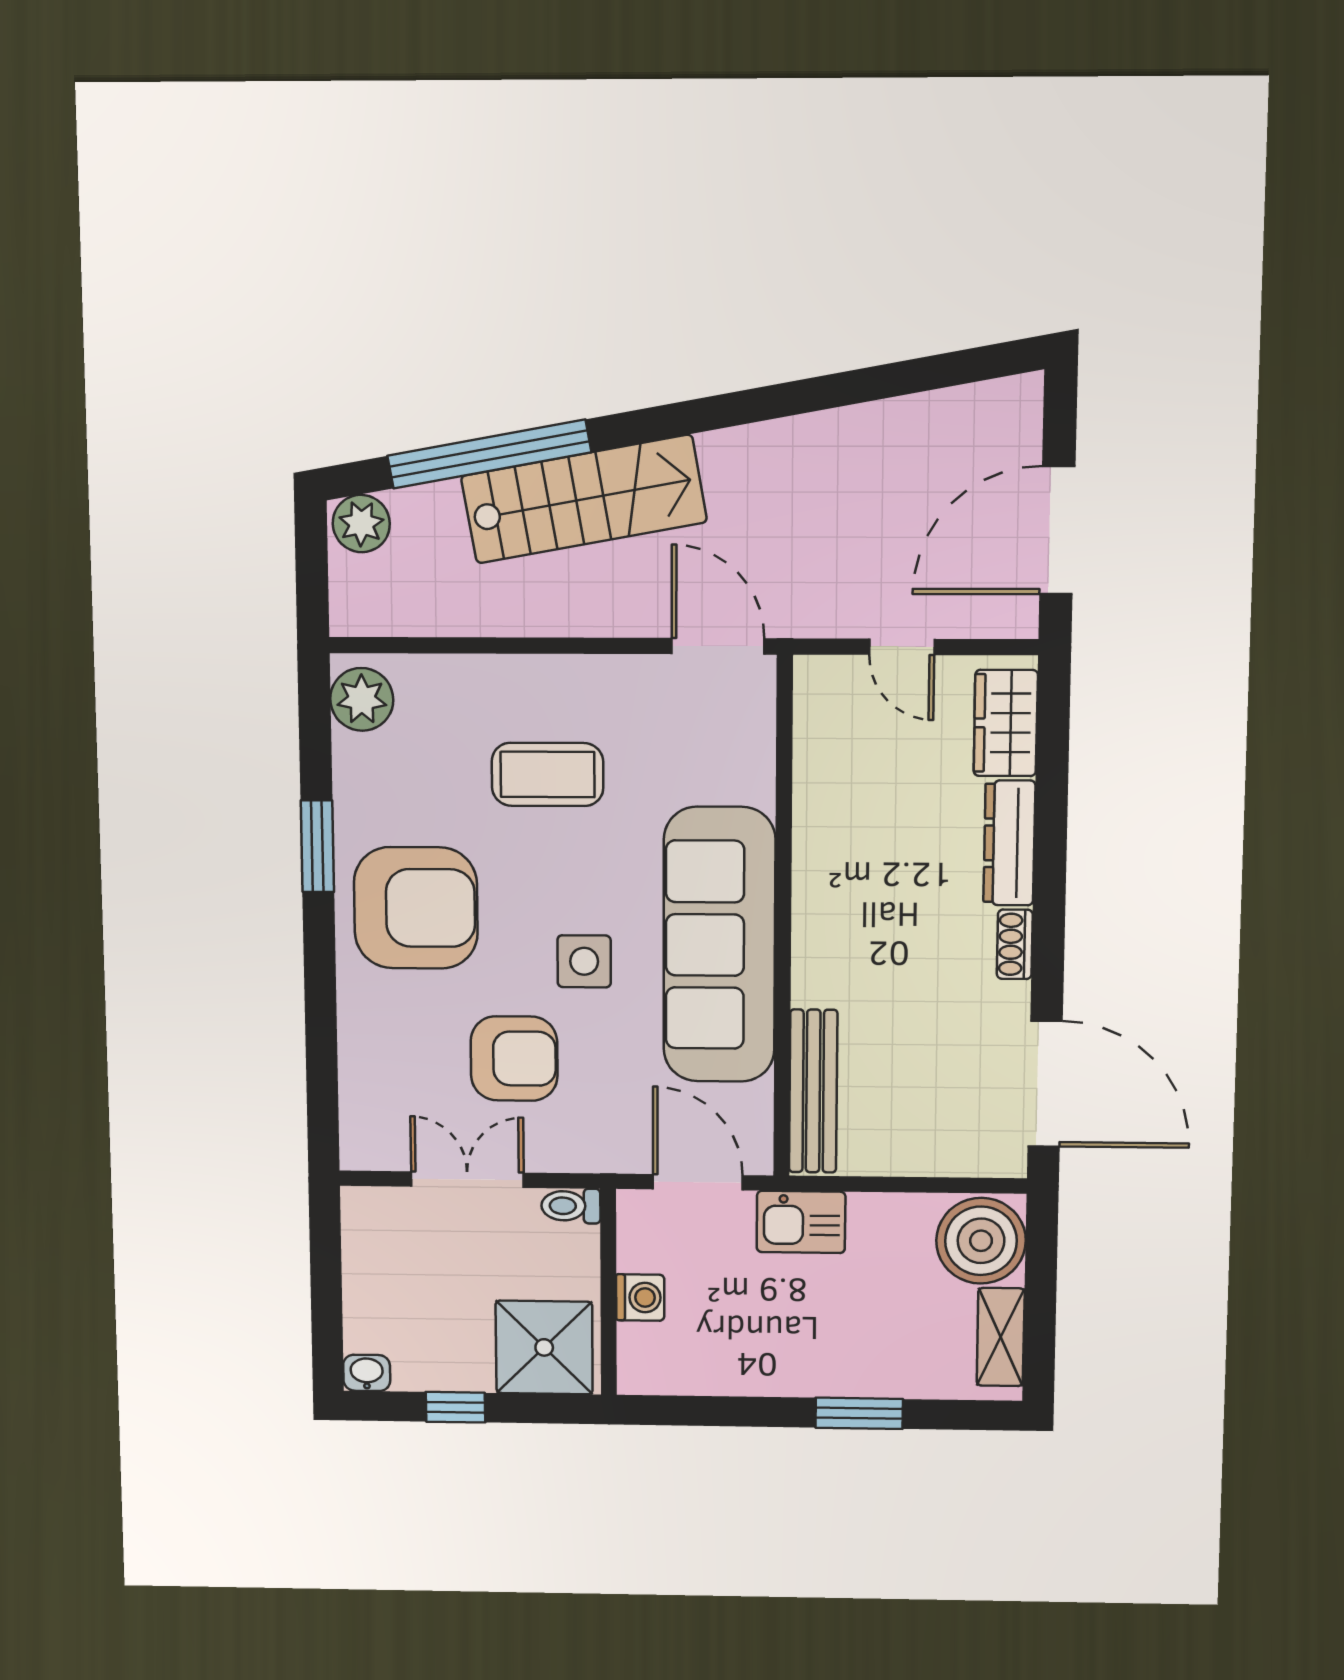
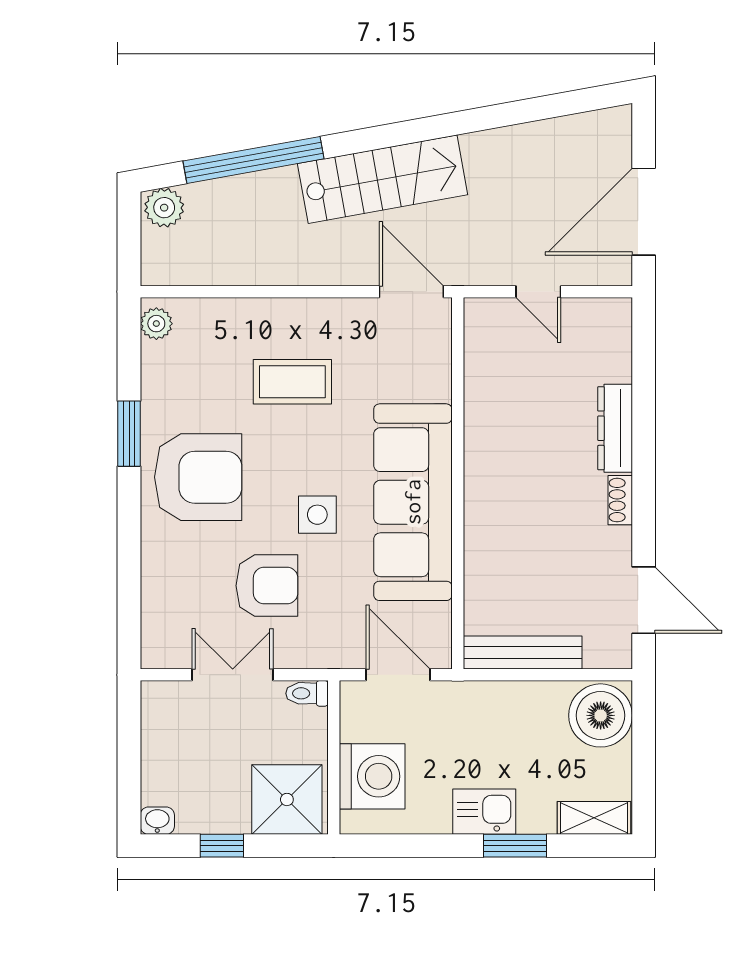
stairs: (584, 499) -> (383, 179), moved
plant: (362, 699) -> (156, 324), width x0.73, depth x0.73
wardrobe: (1006, 723) -> (611, 344), removed
door: (1045, 1084) -> (644, 600), width x0.73
bench: (813, 1091) -> (523, 653), moved, turned 90
kitchen sink: (801, 1222) -> (484, 812), moved, turned 180
washing machine: (640, 1297) -> (372, 776), width x1.89, depth x1.89
shelving: (1001, 1337) -> (594, 818), moved, turned 90

